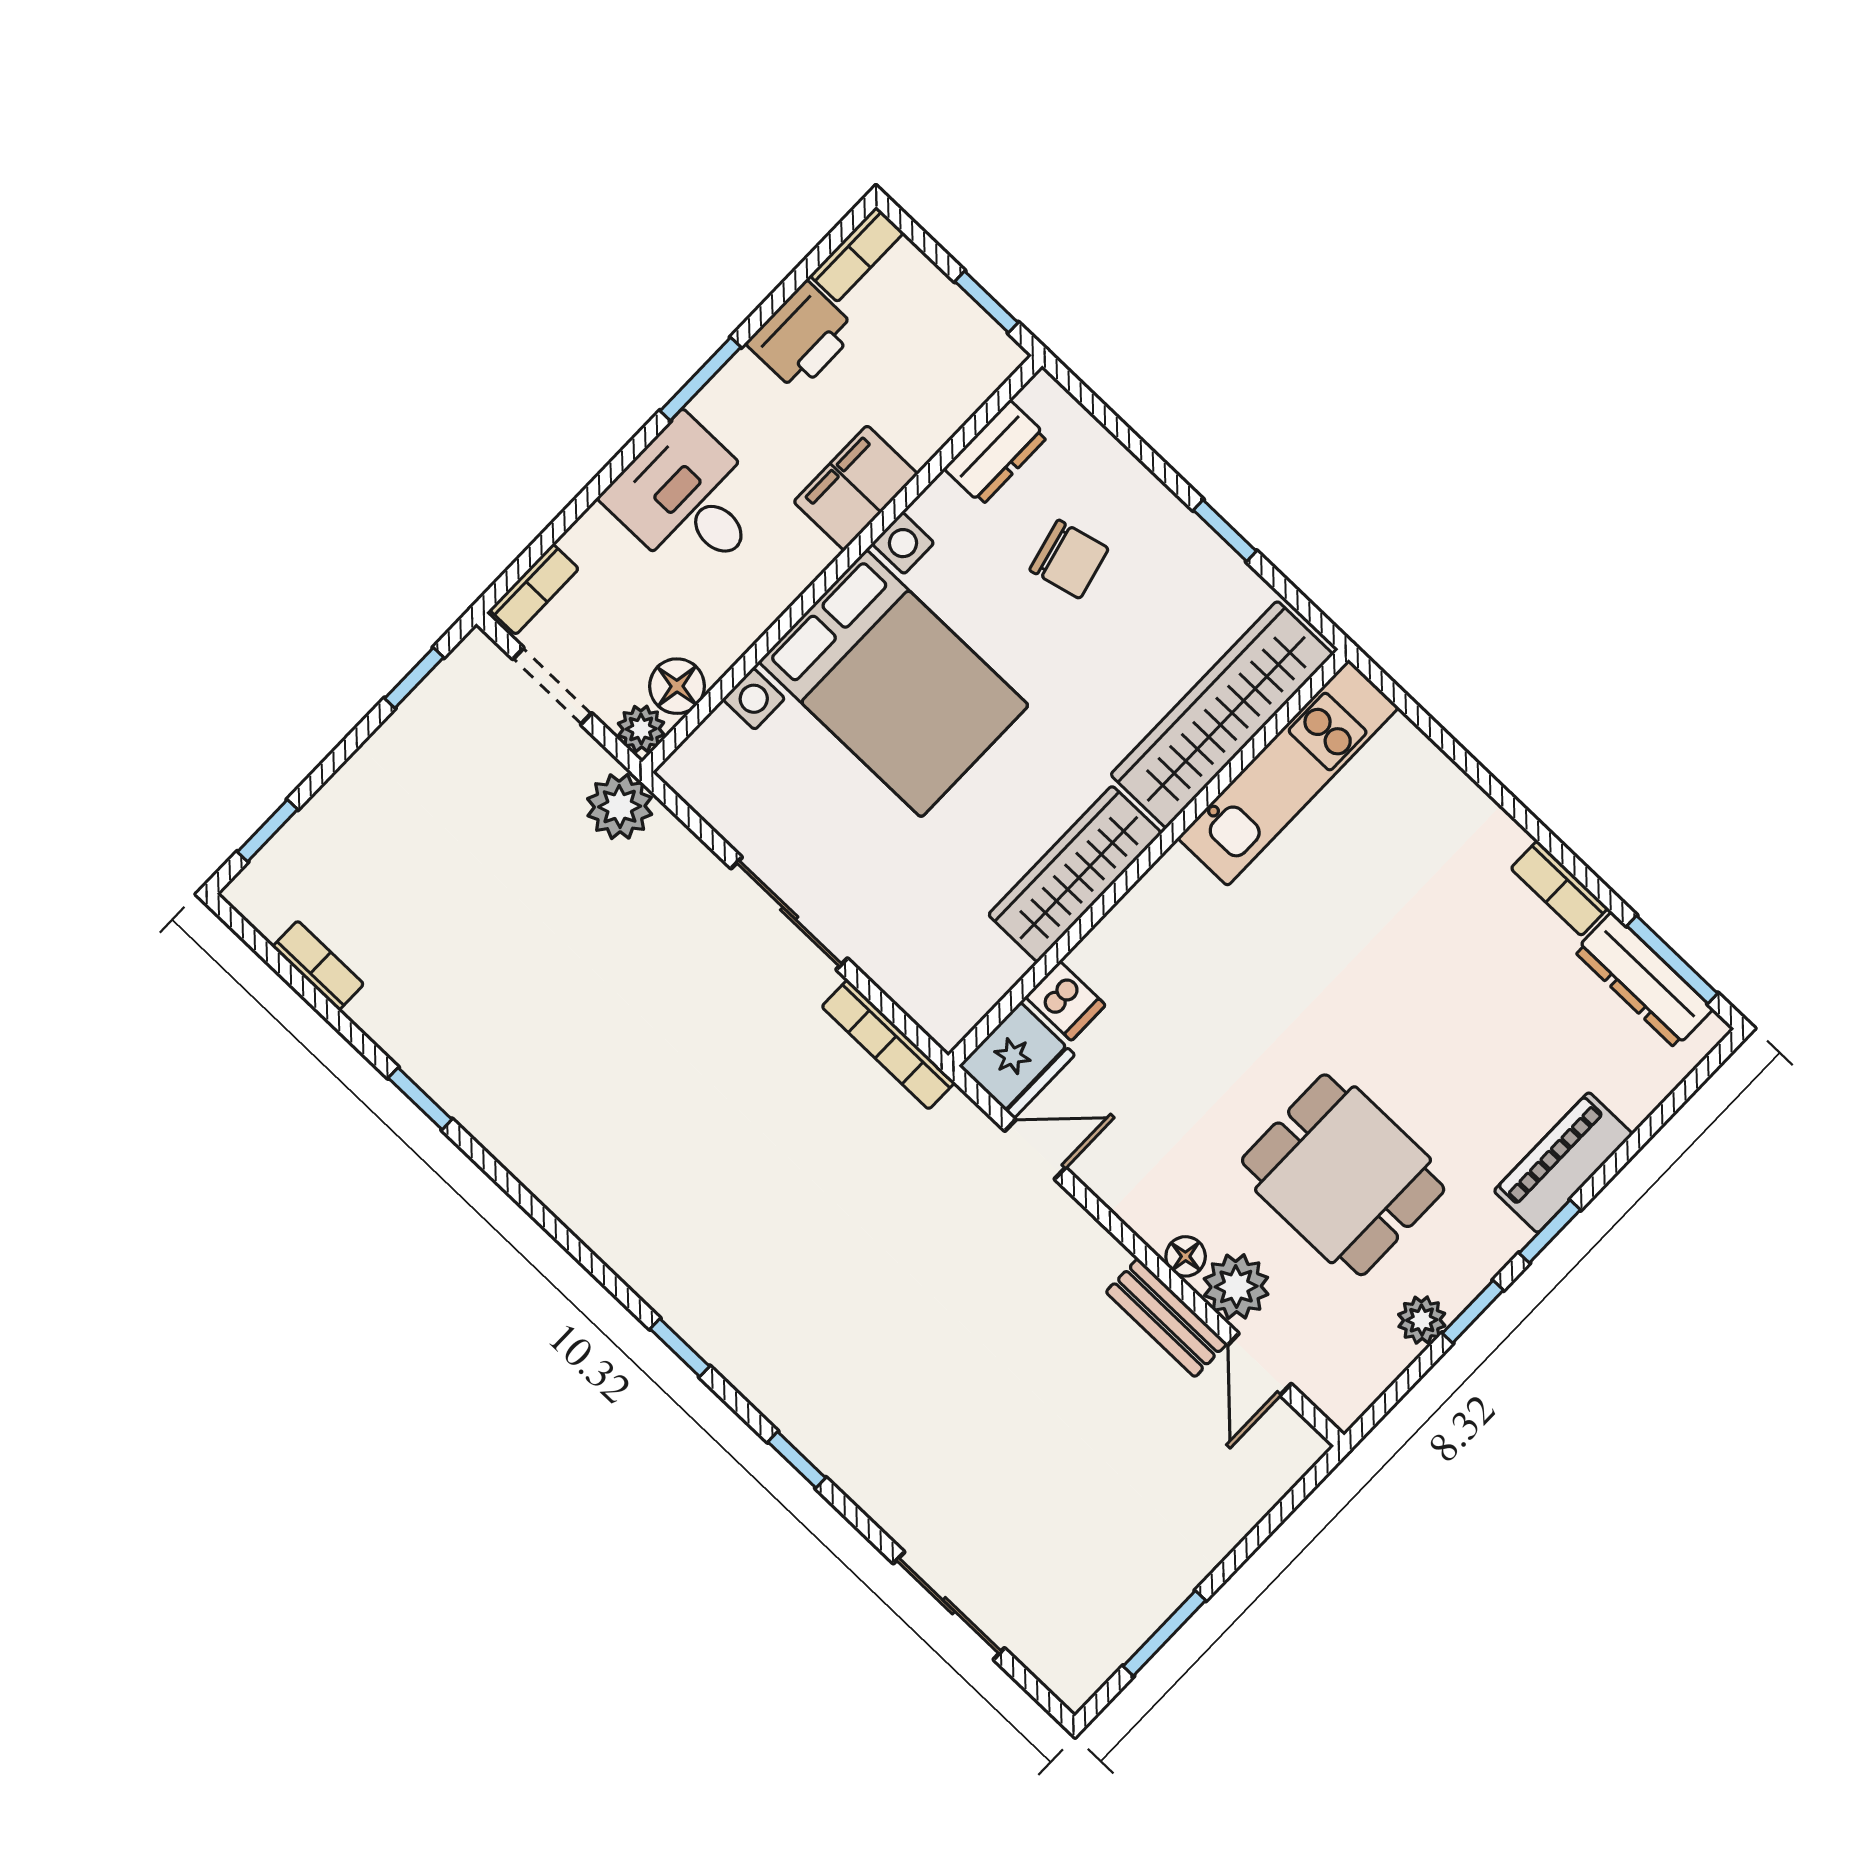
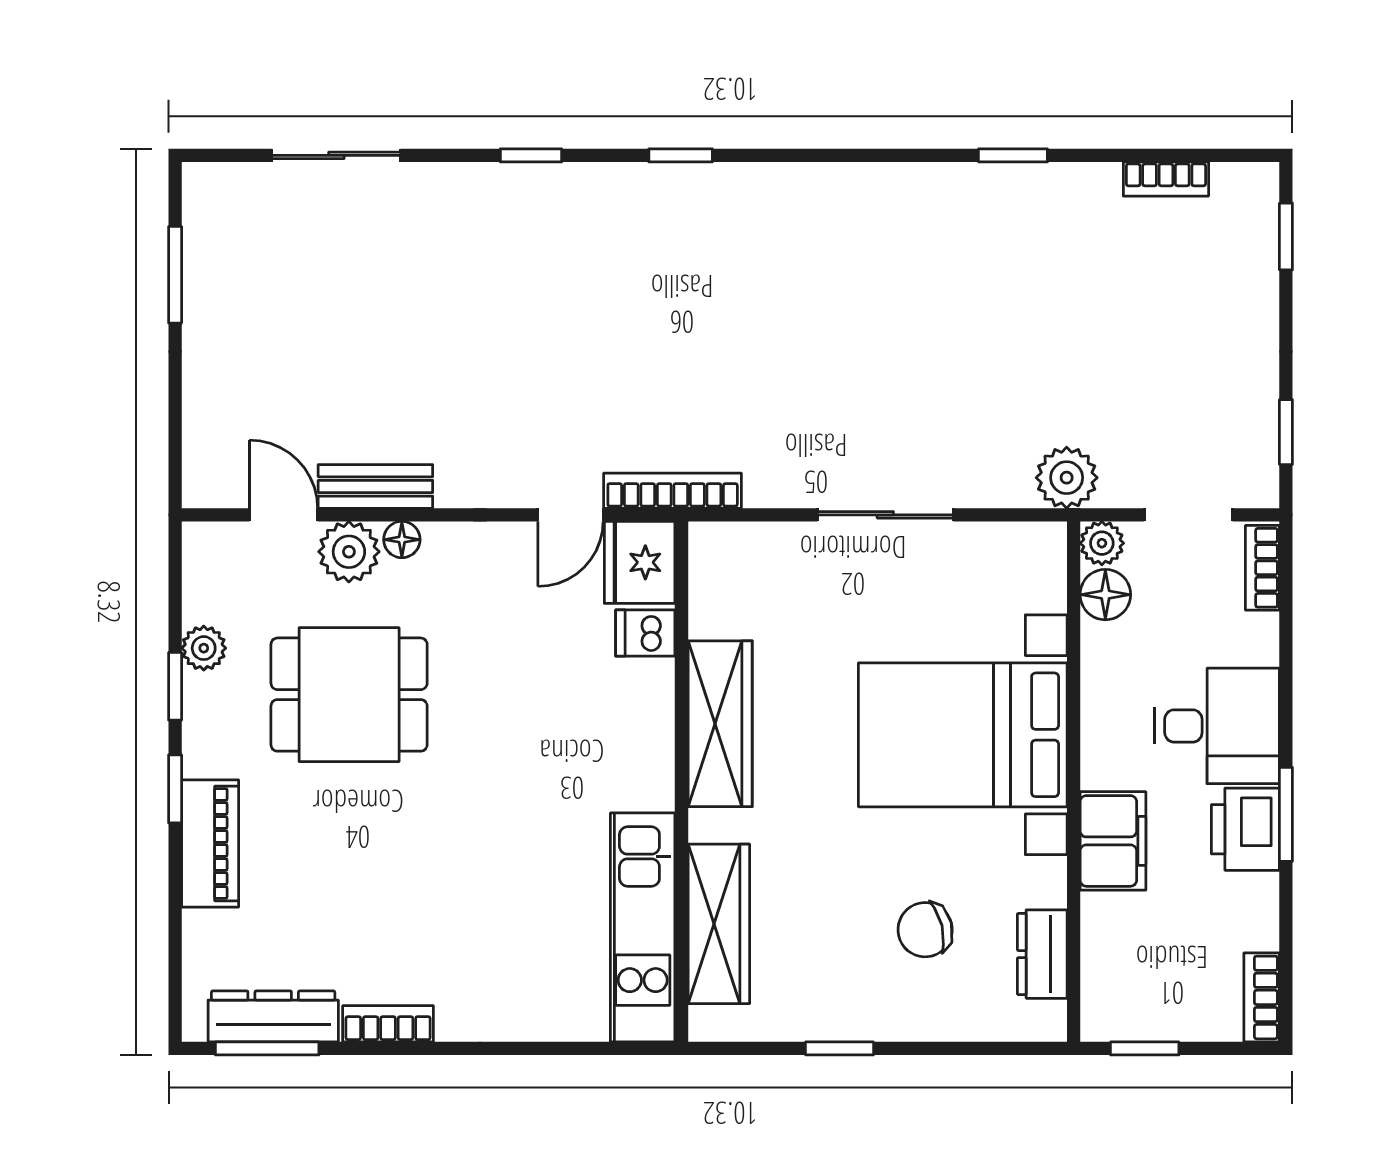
printer: (802, 337) -> (1245, 829), moved
wardrobe: (1222, 714) -> (719, 924), width x0.71, depth x0.85
bookcase: (888, 1045) -> (673, 491), moved

